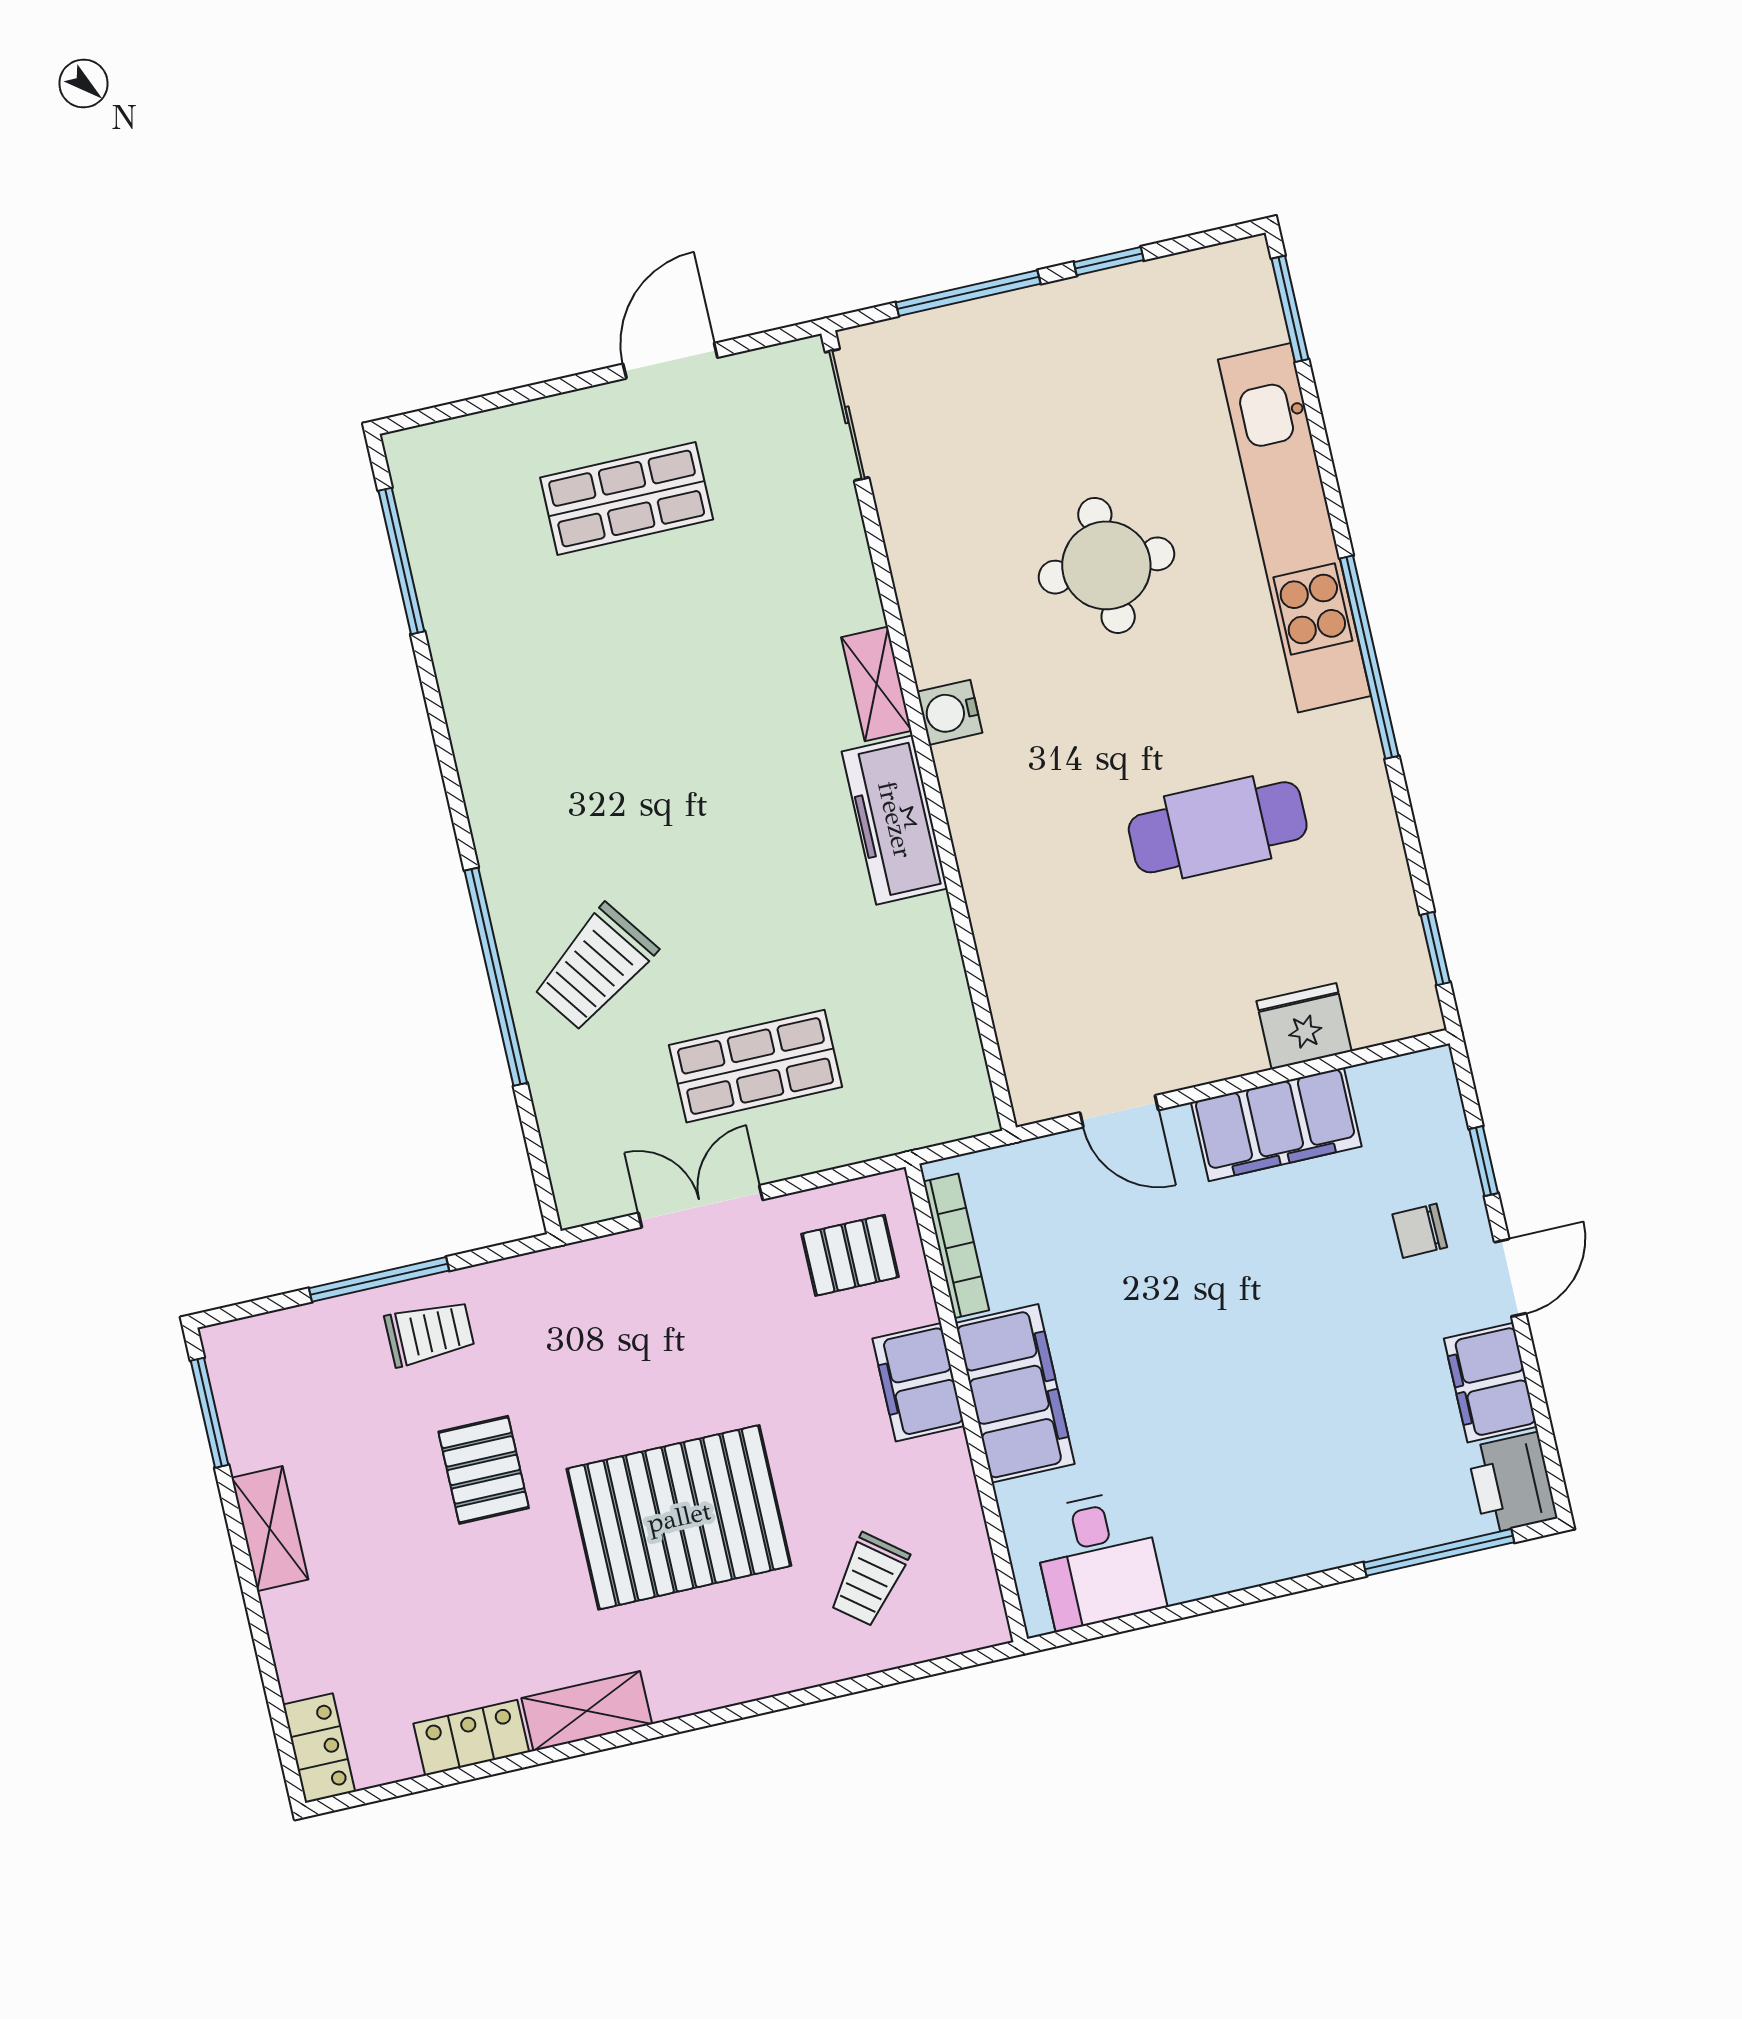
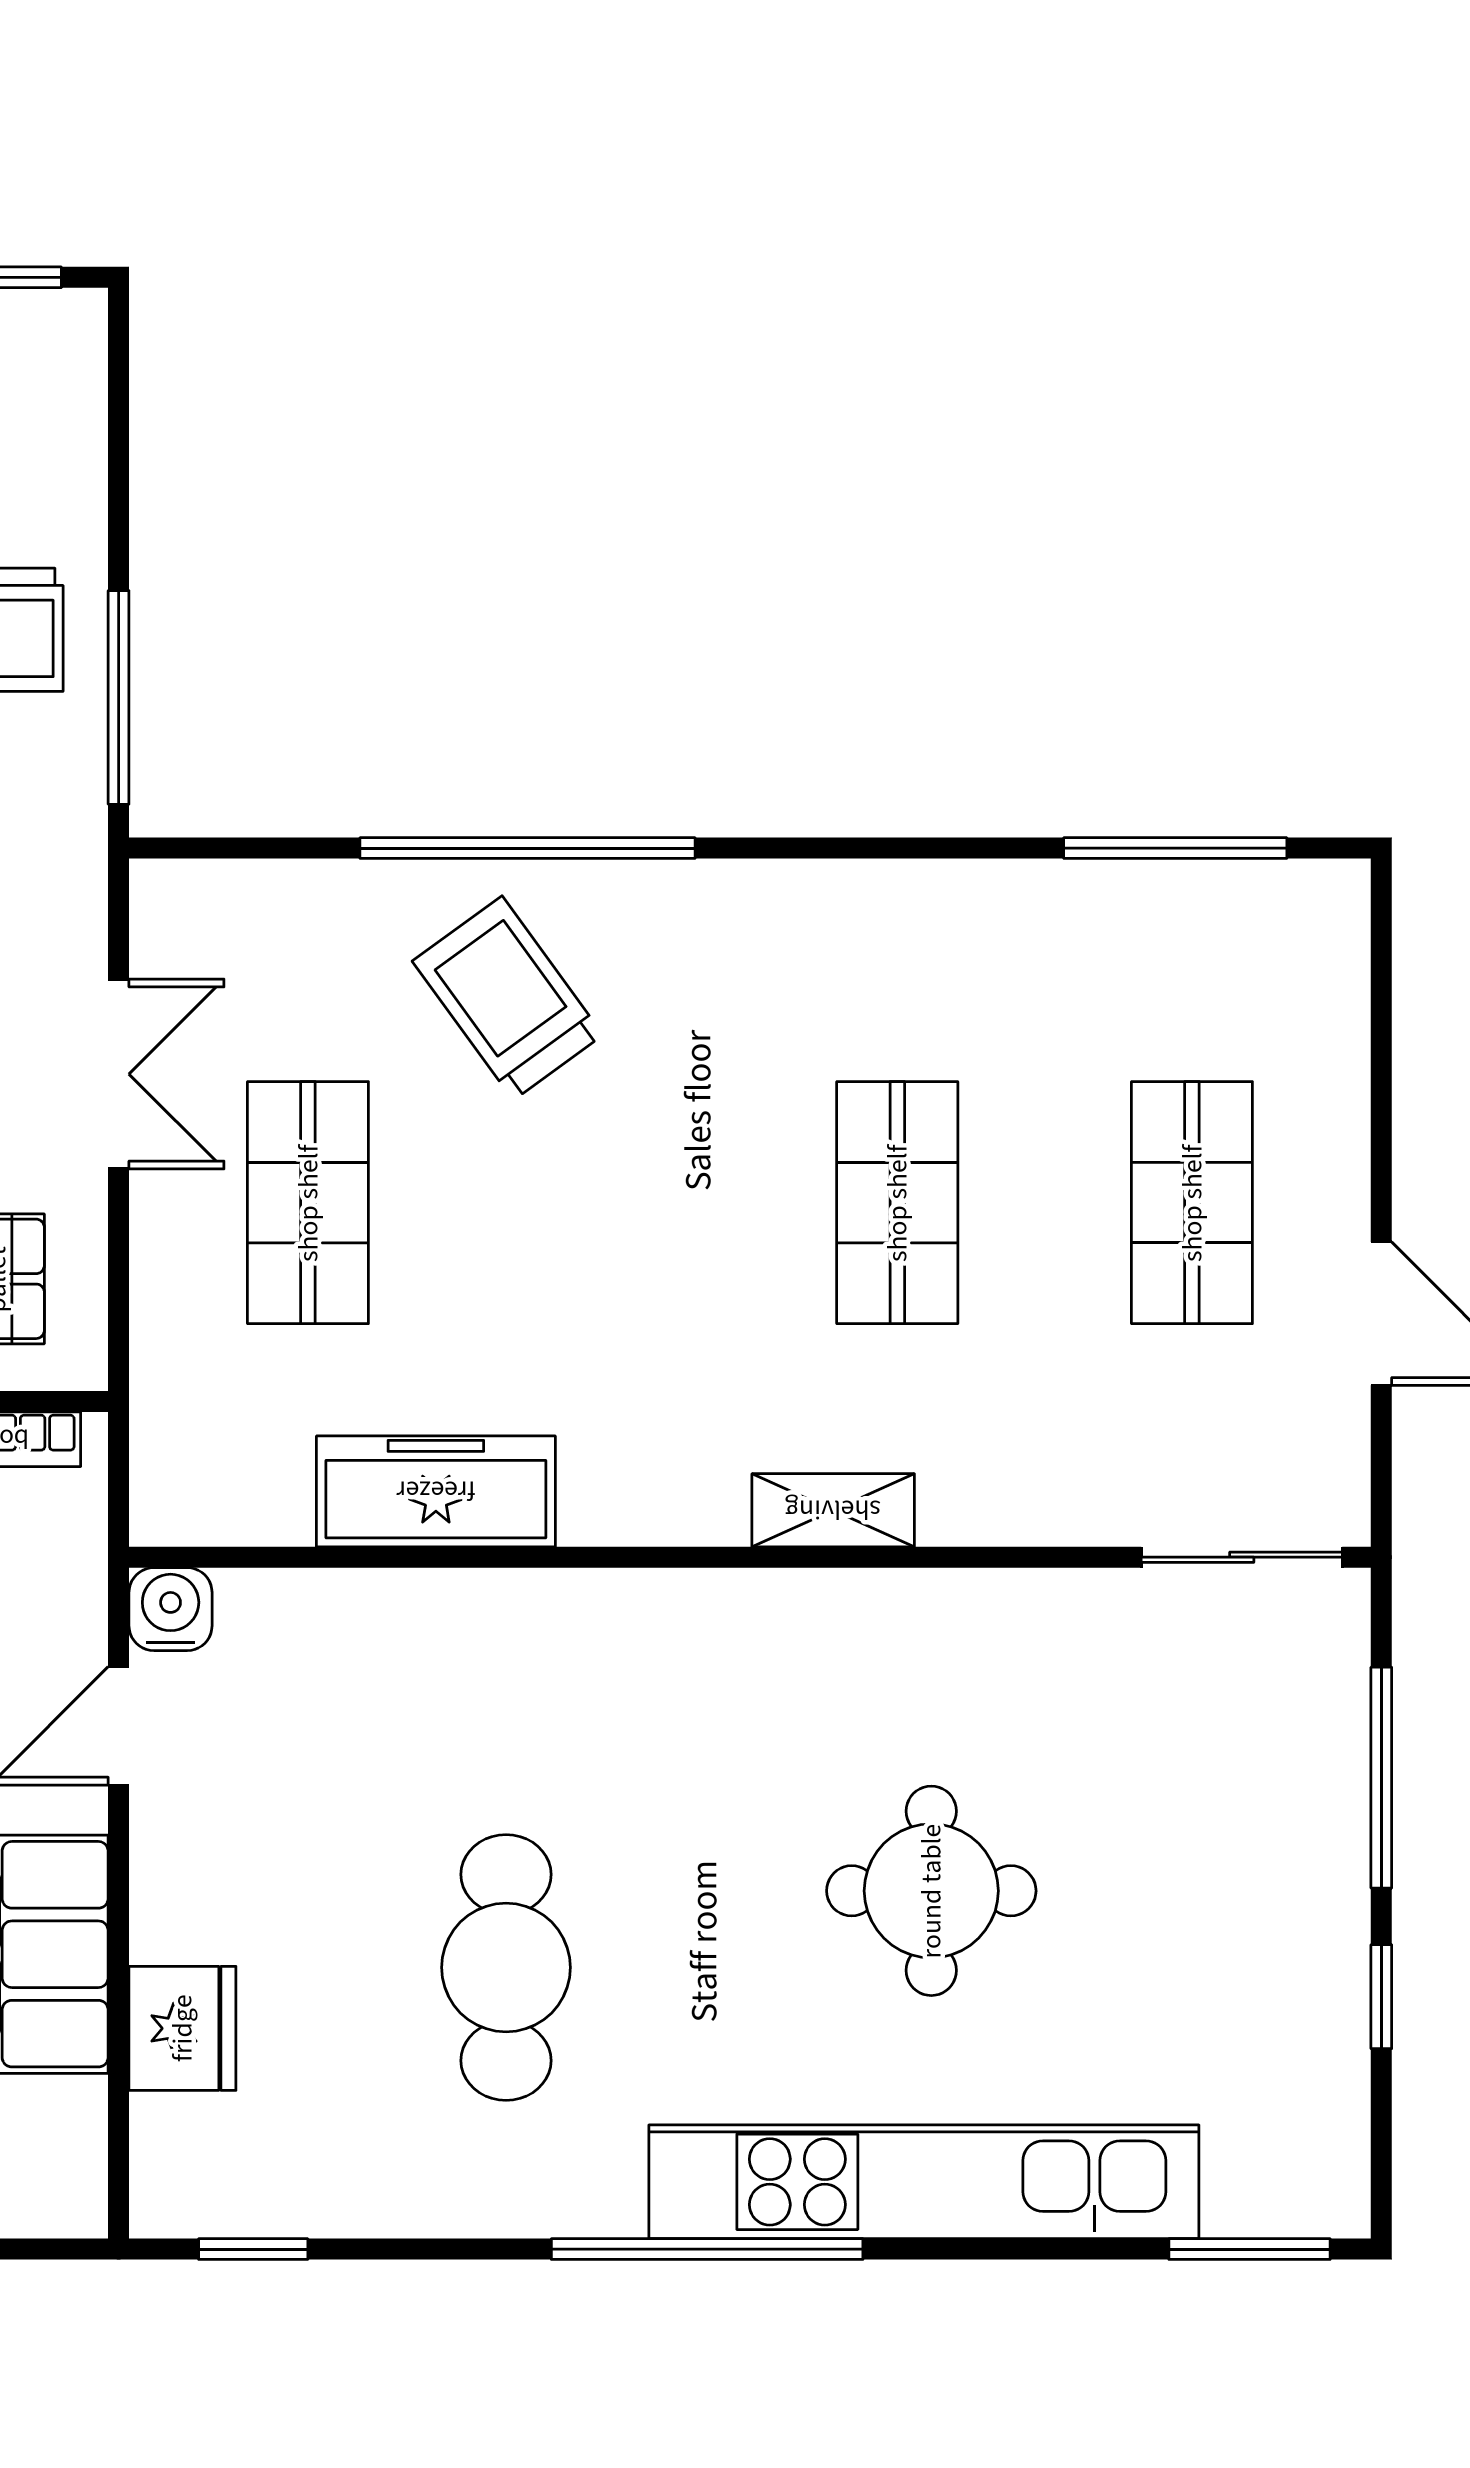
shop shelf: (670, 688) -> (897, 1203), added
water cooler: (950, 712) -> (171, 1609), moved
freezer: (895, 820) -> (436, 1491), moved
window: (379, 1279) -> (119, 697), moved

